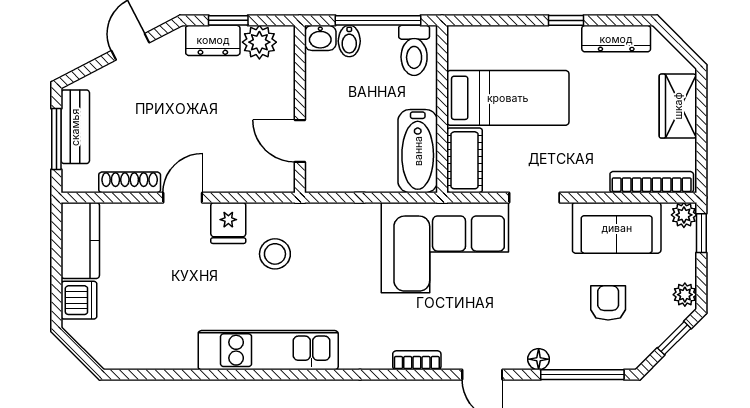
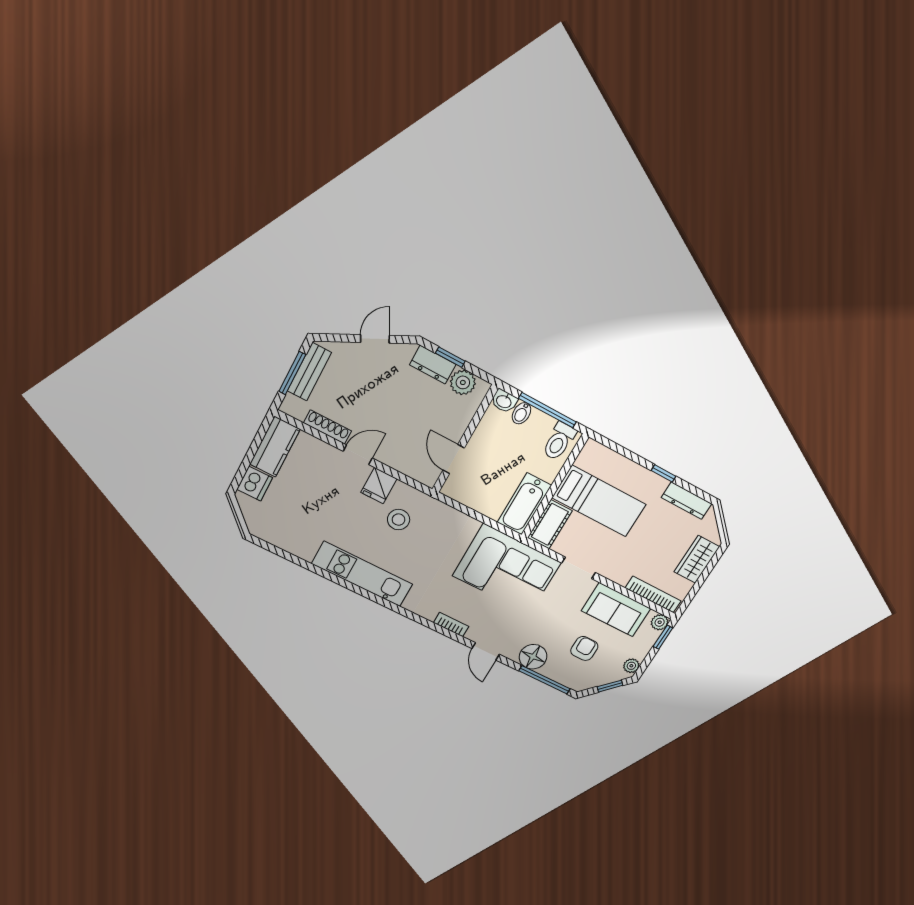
floor lamp: (539, 359) -> (533, 657), width x1.89, depth x1.89

